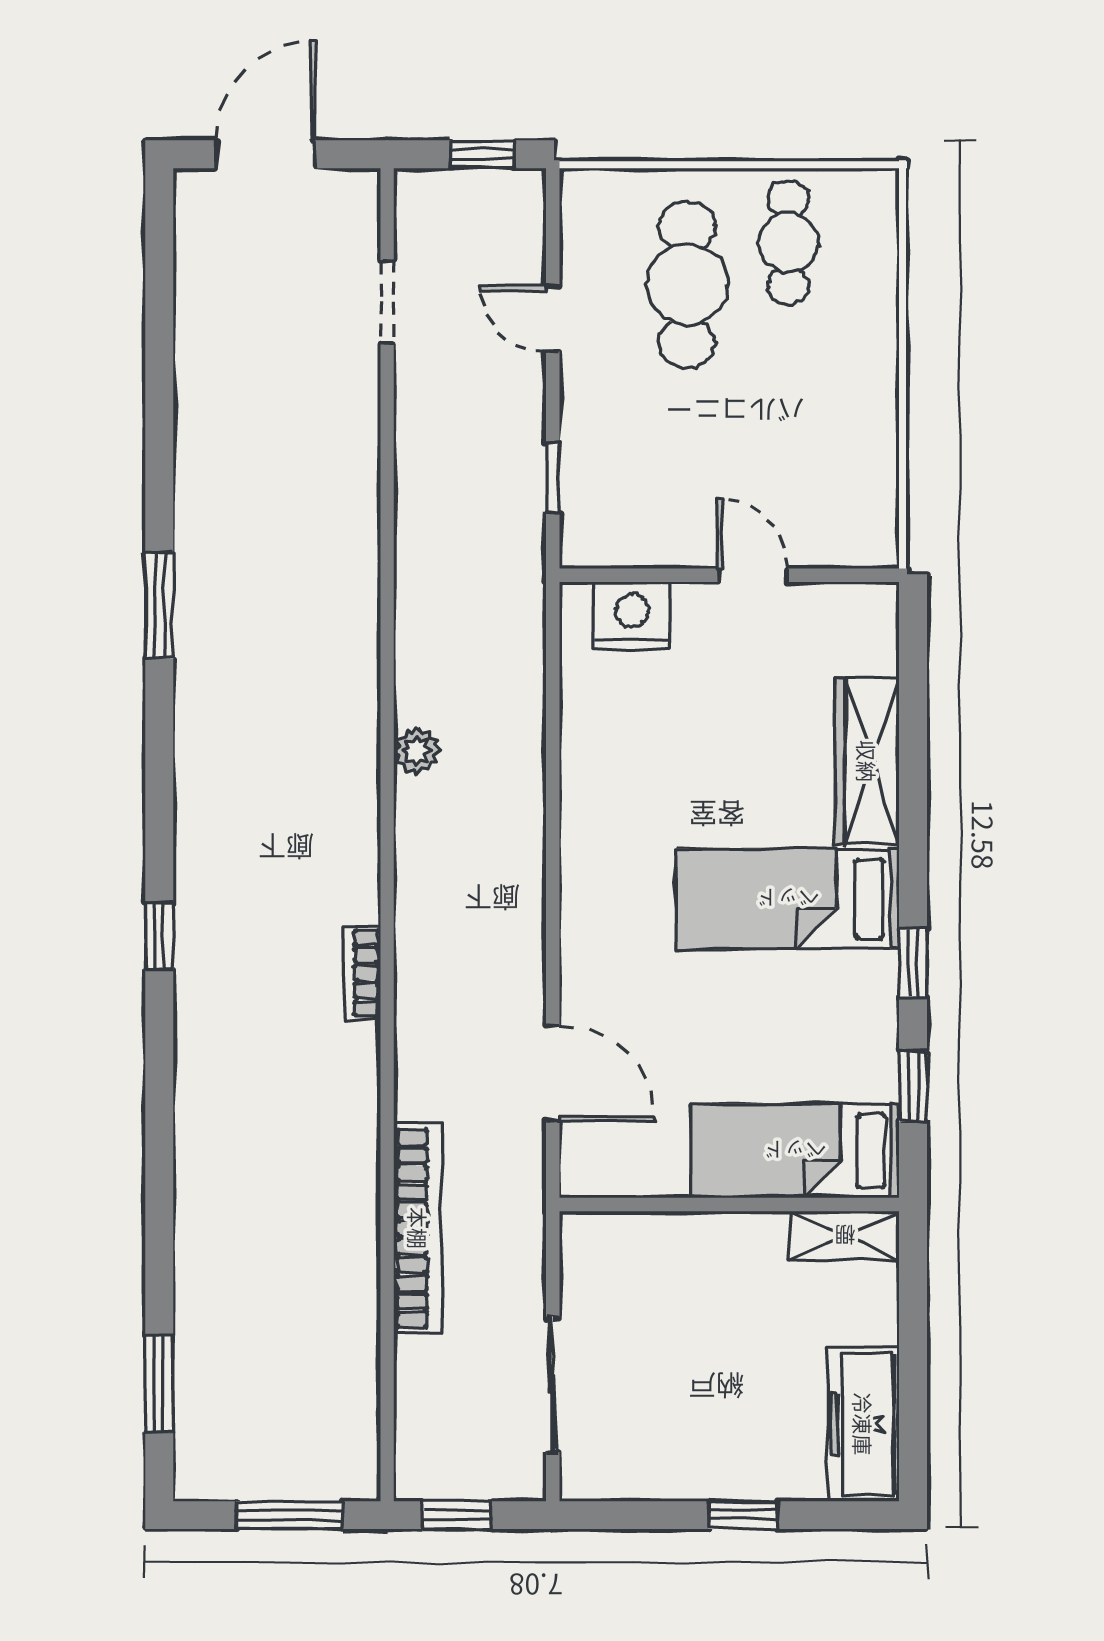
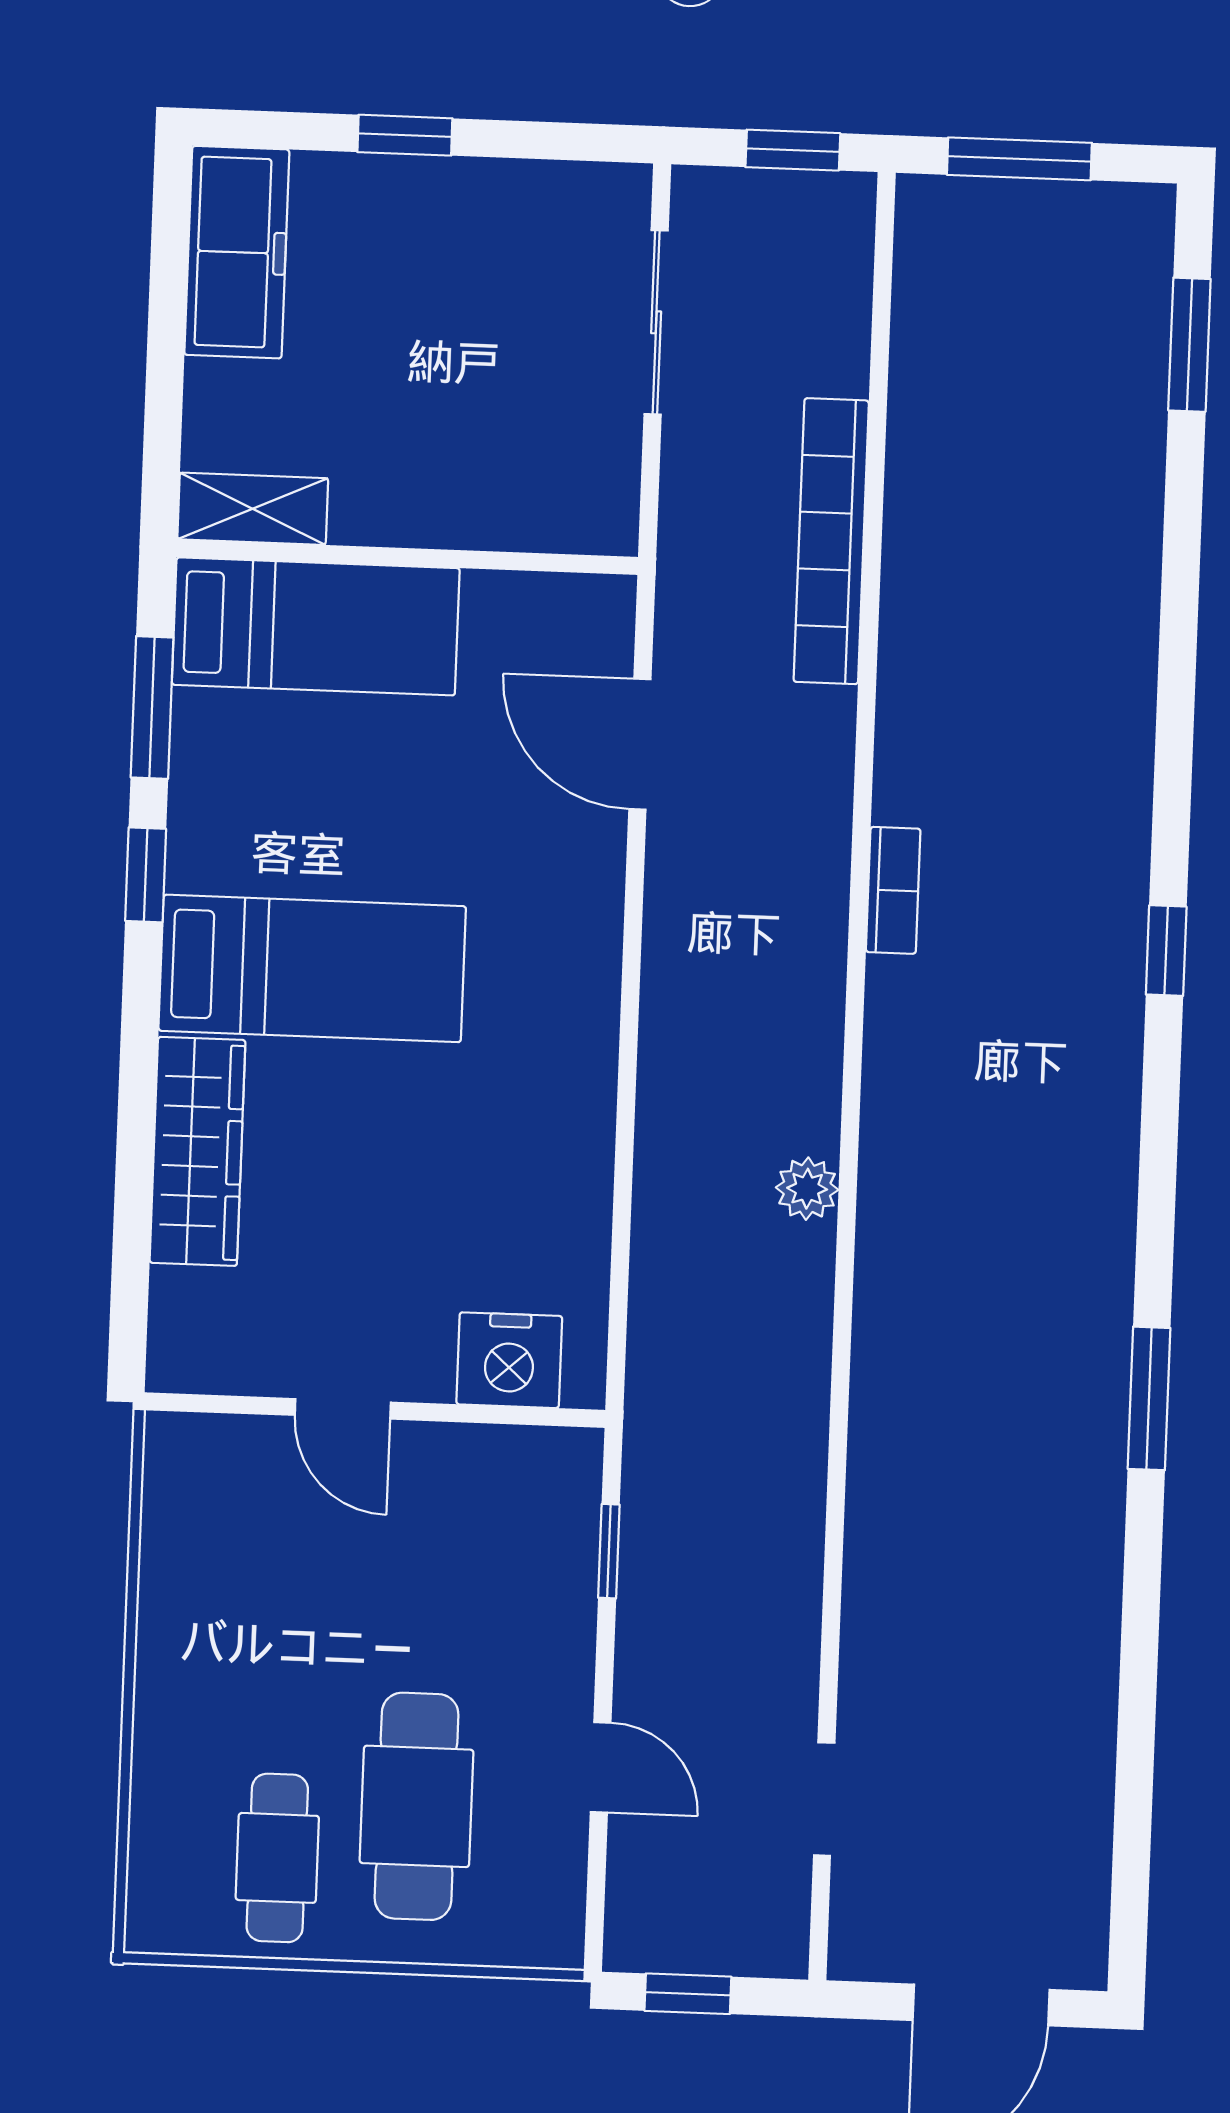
window: (913, 1087) -> (152, 707), width x1.50

